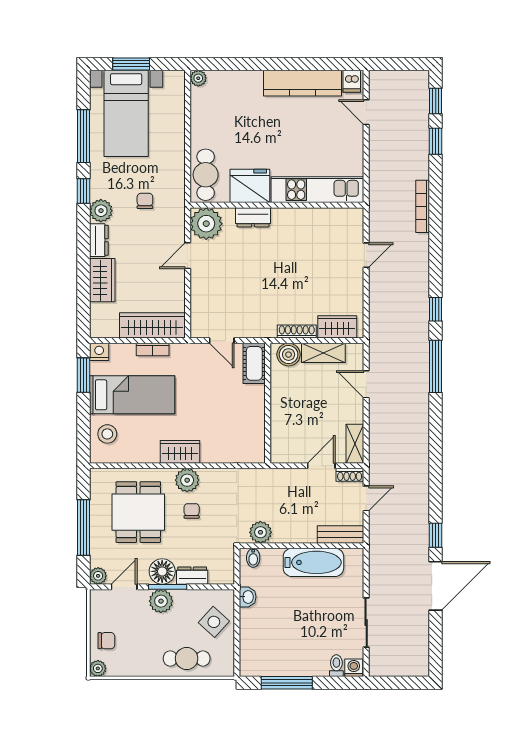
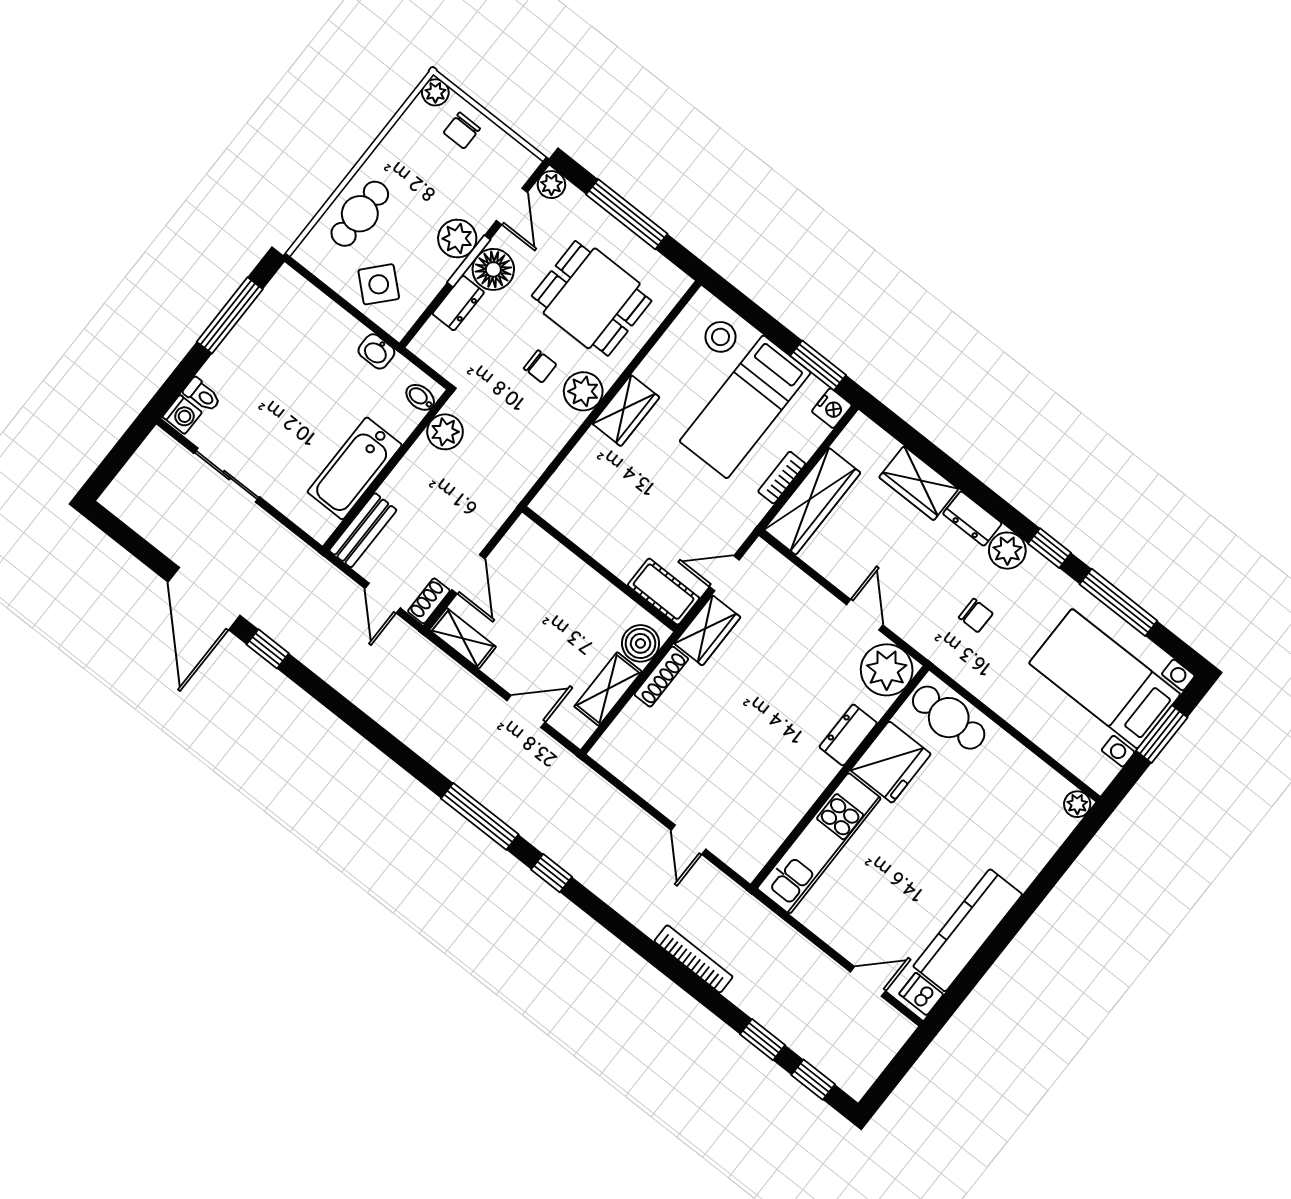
wardrobe: (337, 327) -> (707, 630), moved

